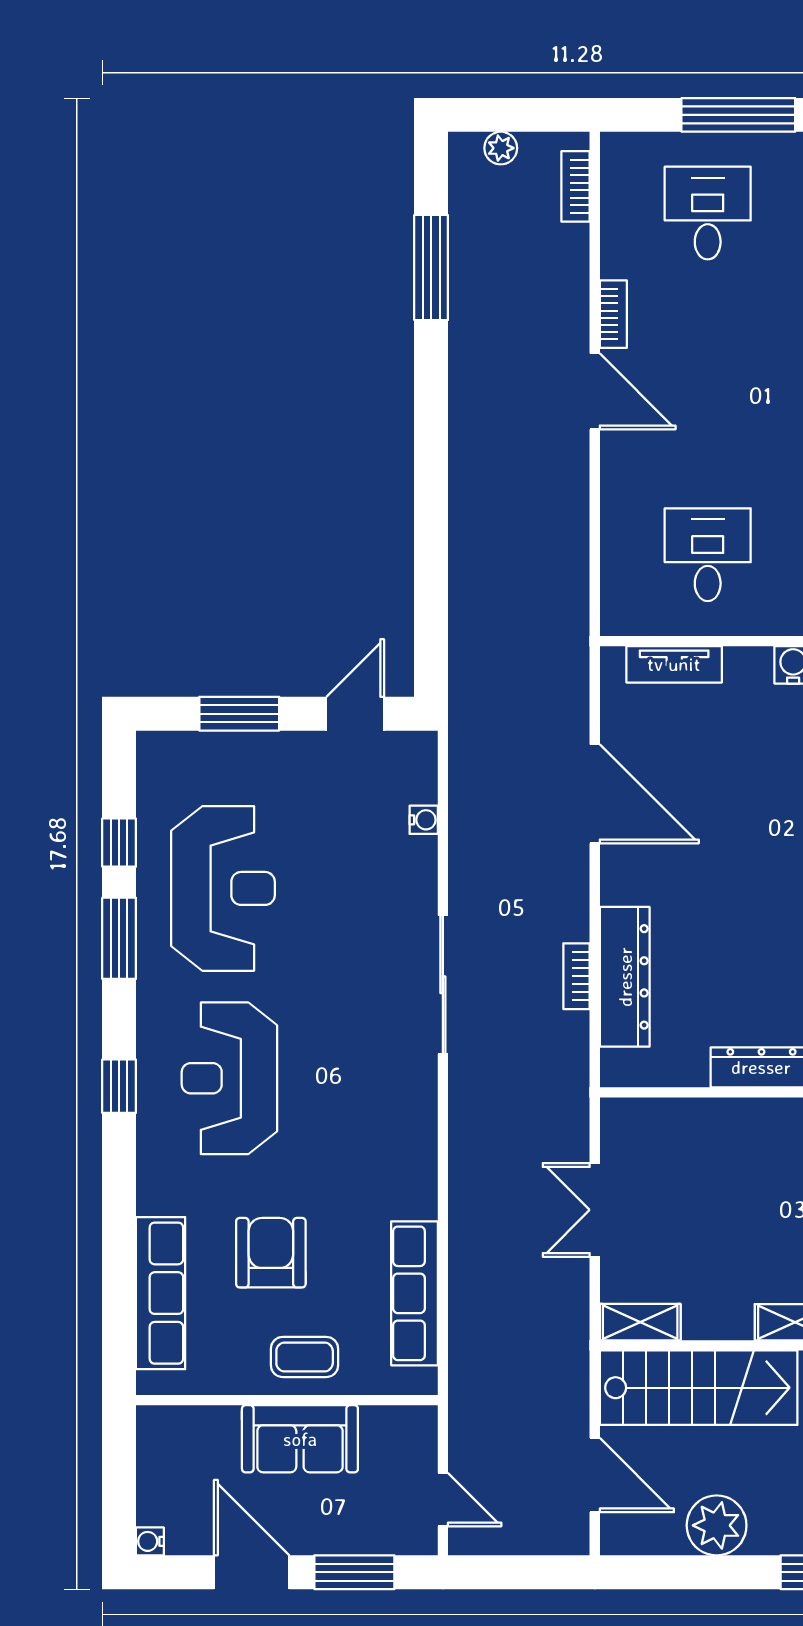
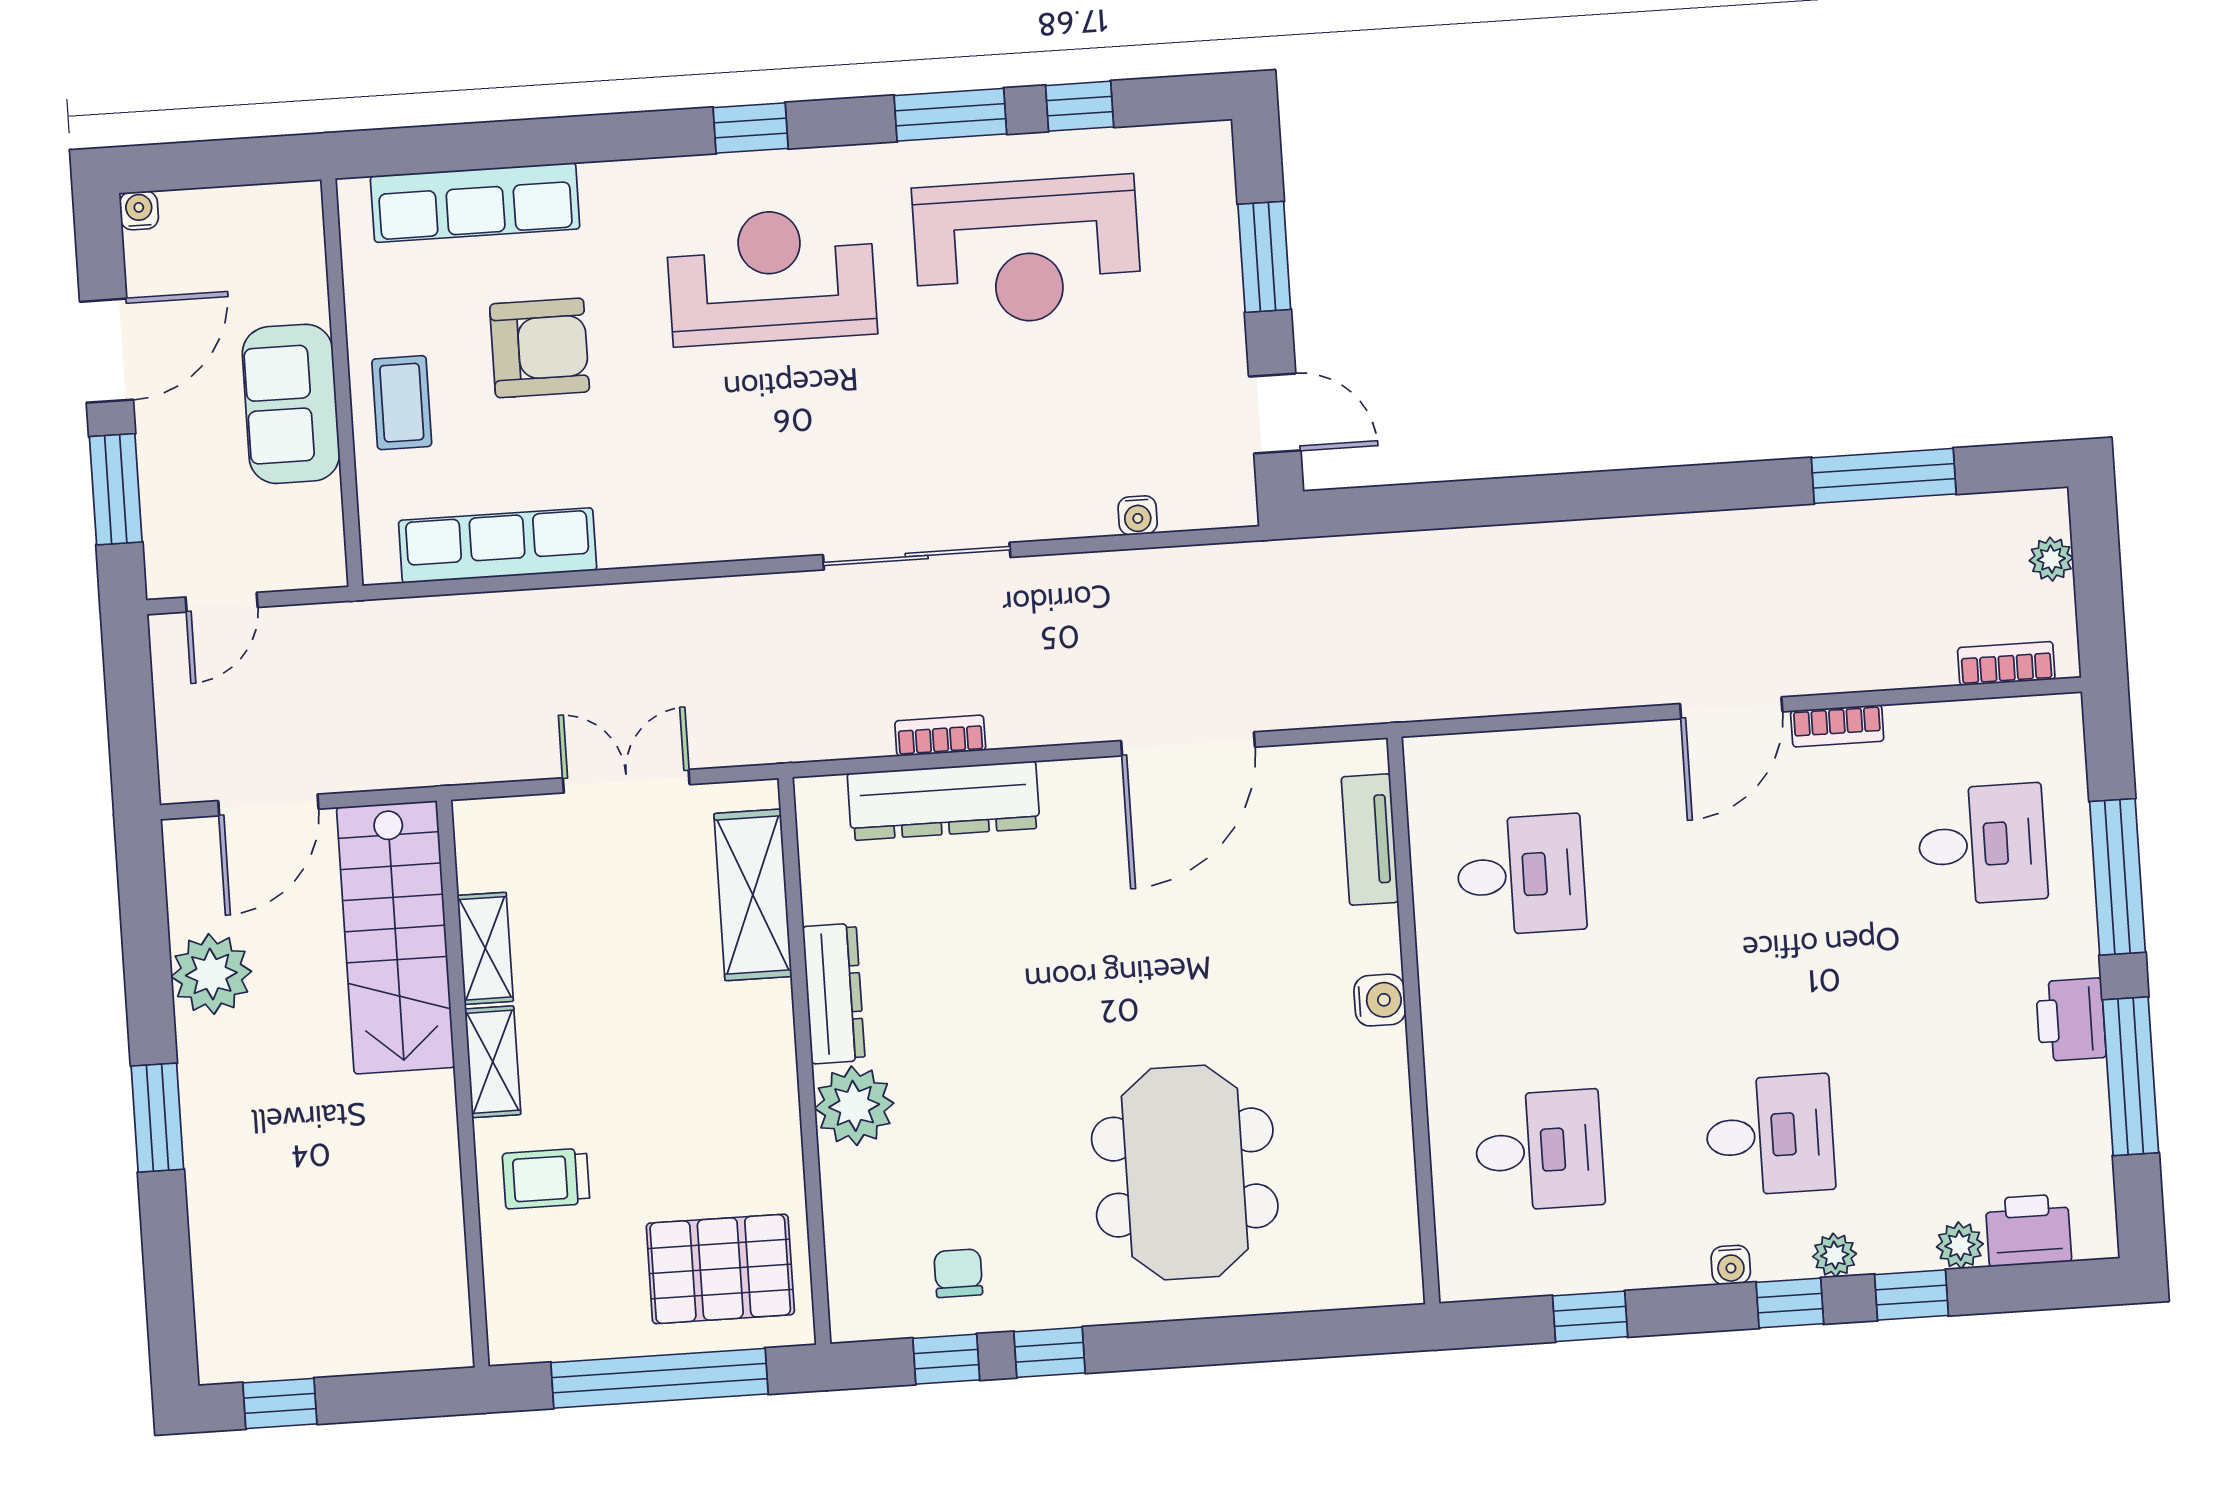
shelving: (685, 1122) -> (753, 895), added
shelving: (640, 1322) -> (485, 948), moved

